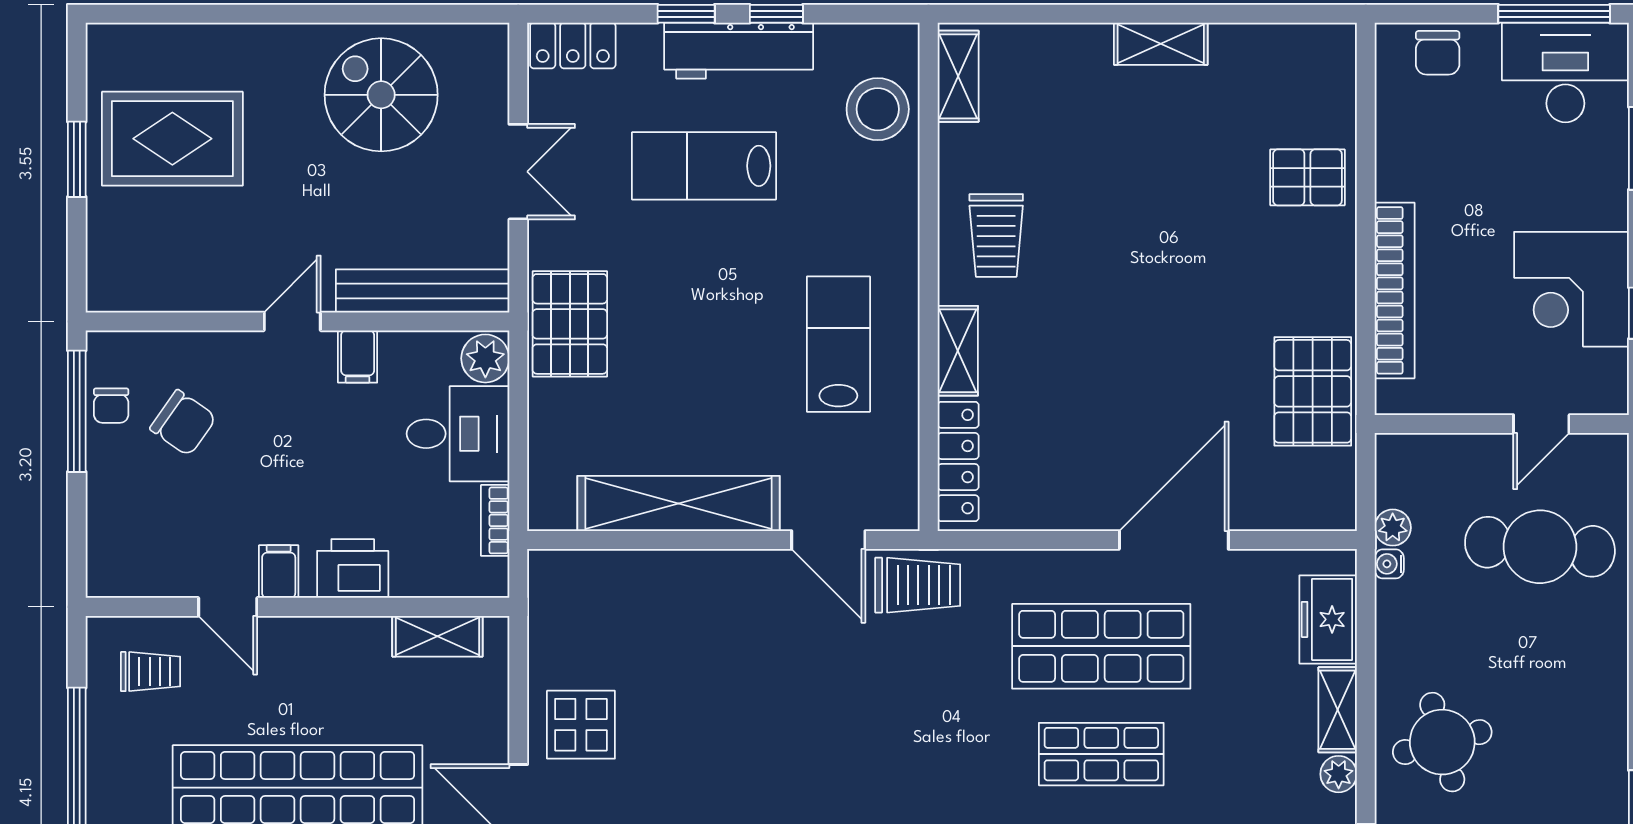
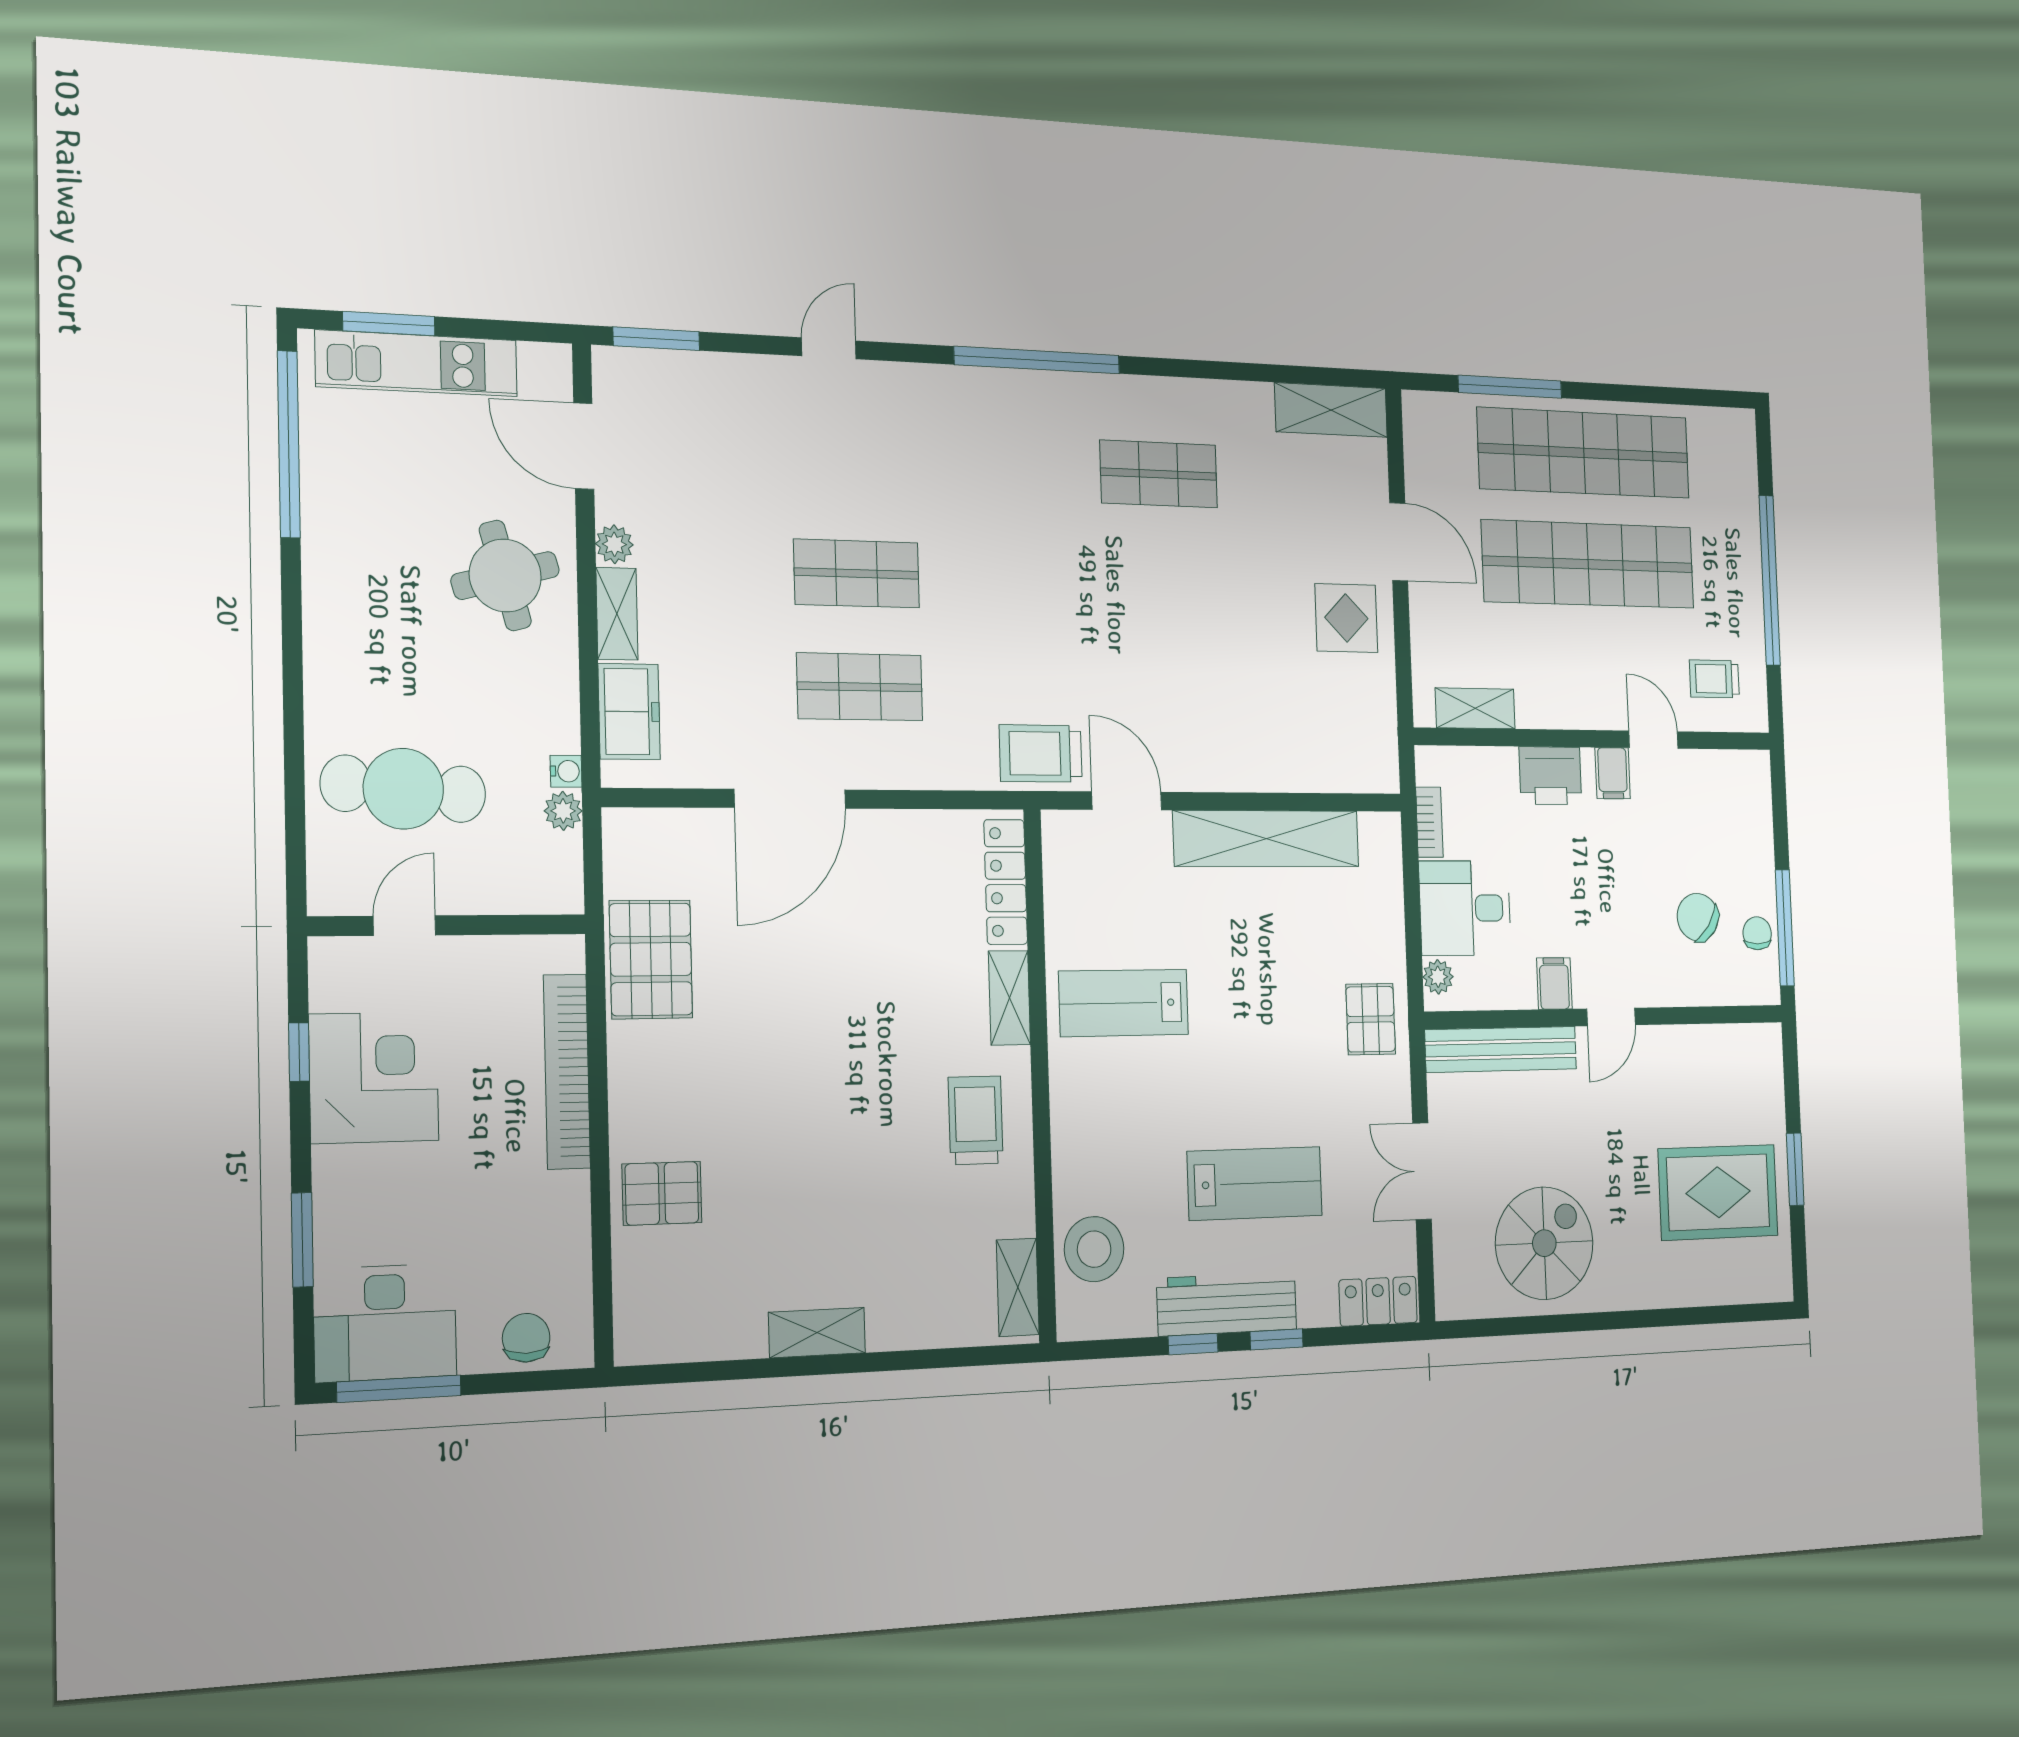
spiral stairs: (381, 95) -> (1544, 1243), turned -90
pallet: (570, 324) -> (1371, 1019), width x0.67, depth x0.71
lab bench: (838, 344) -> (1124, 1003), turned 90
plant: (485, 358) -> (1438, 977), width x0.73, depth x0.73
shop shelf: (1101, 646) -> (860, 687), width x0.70, depth x0.74

